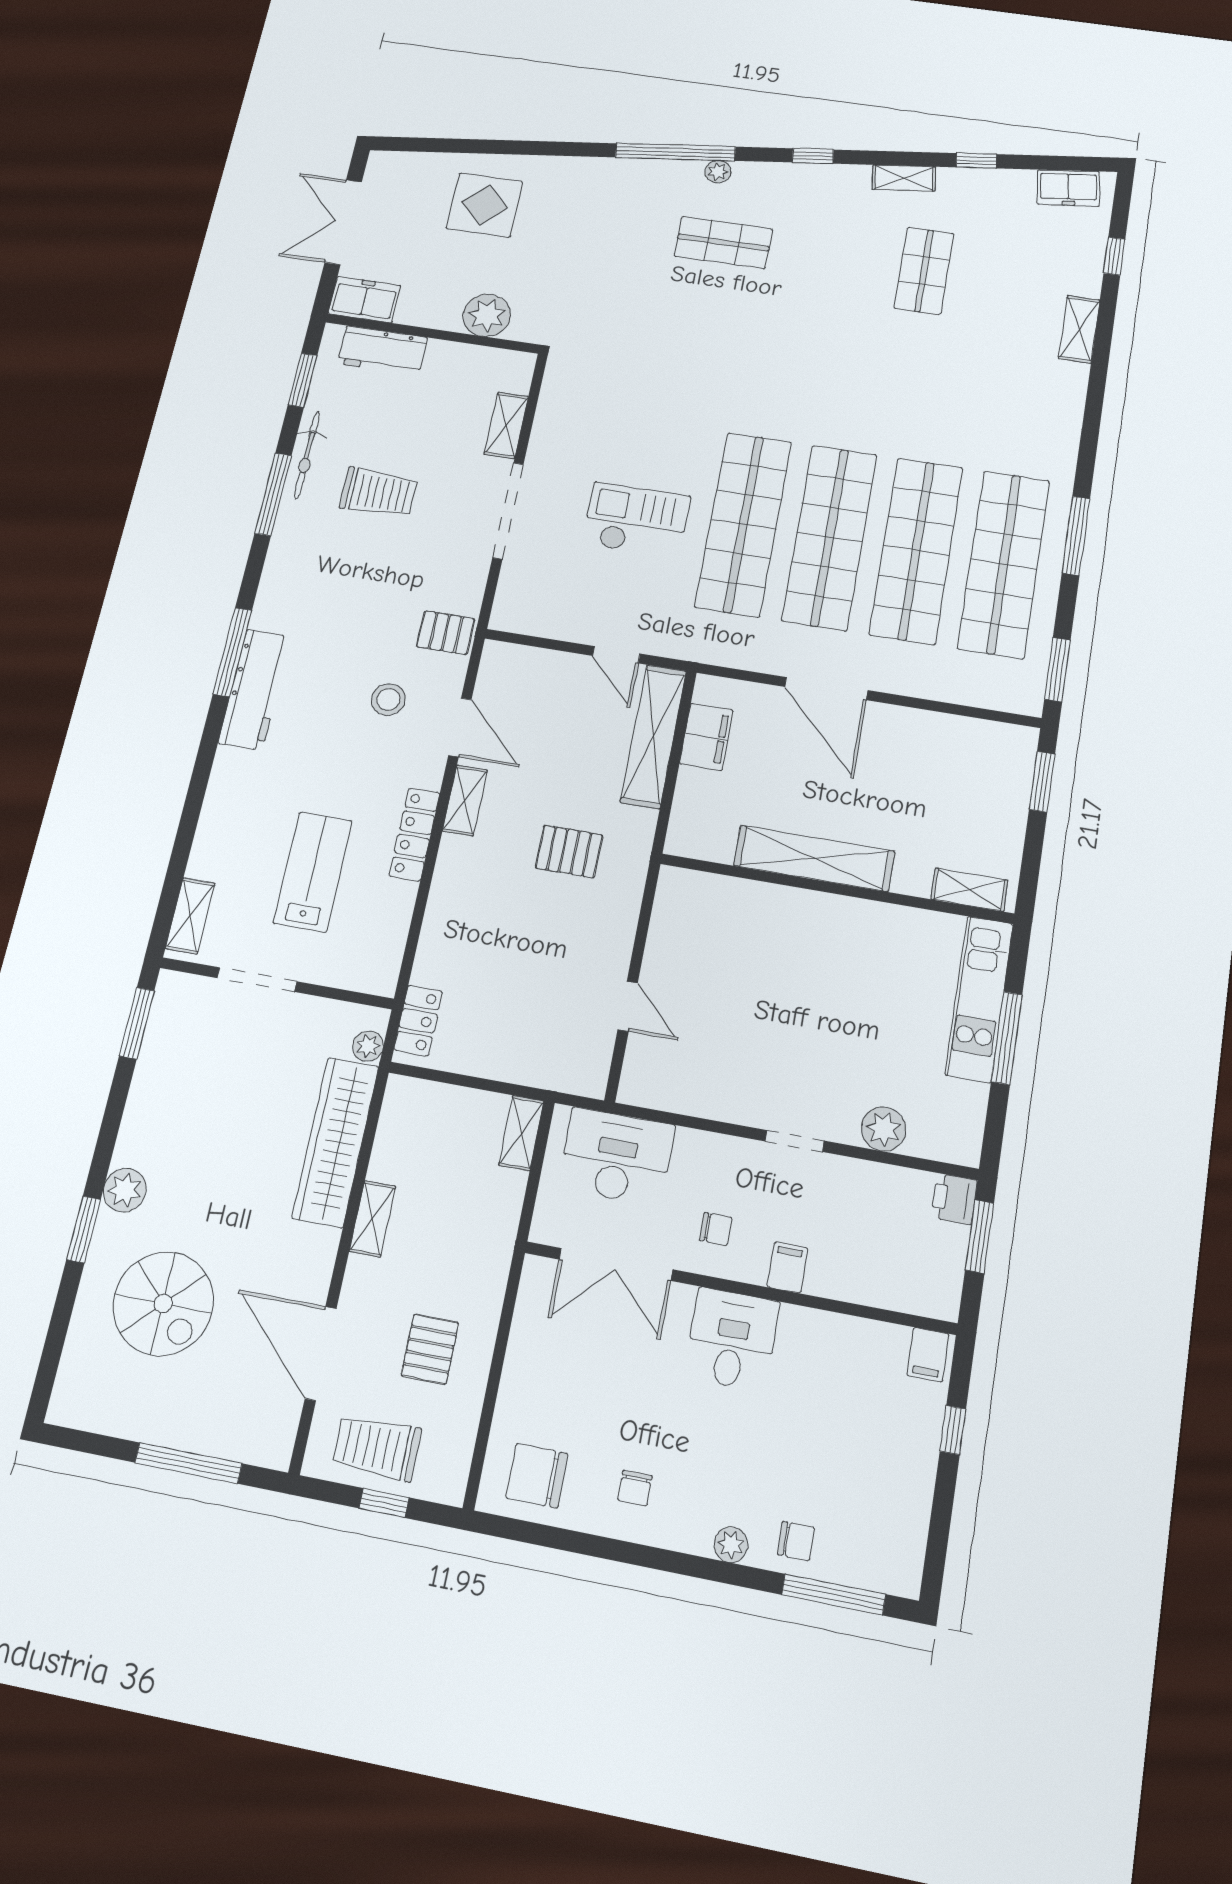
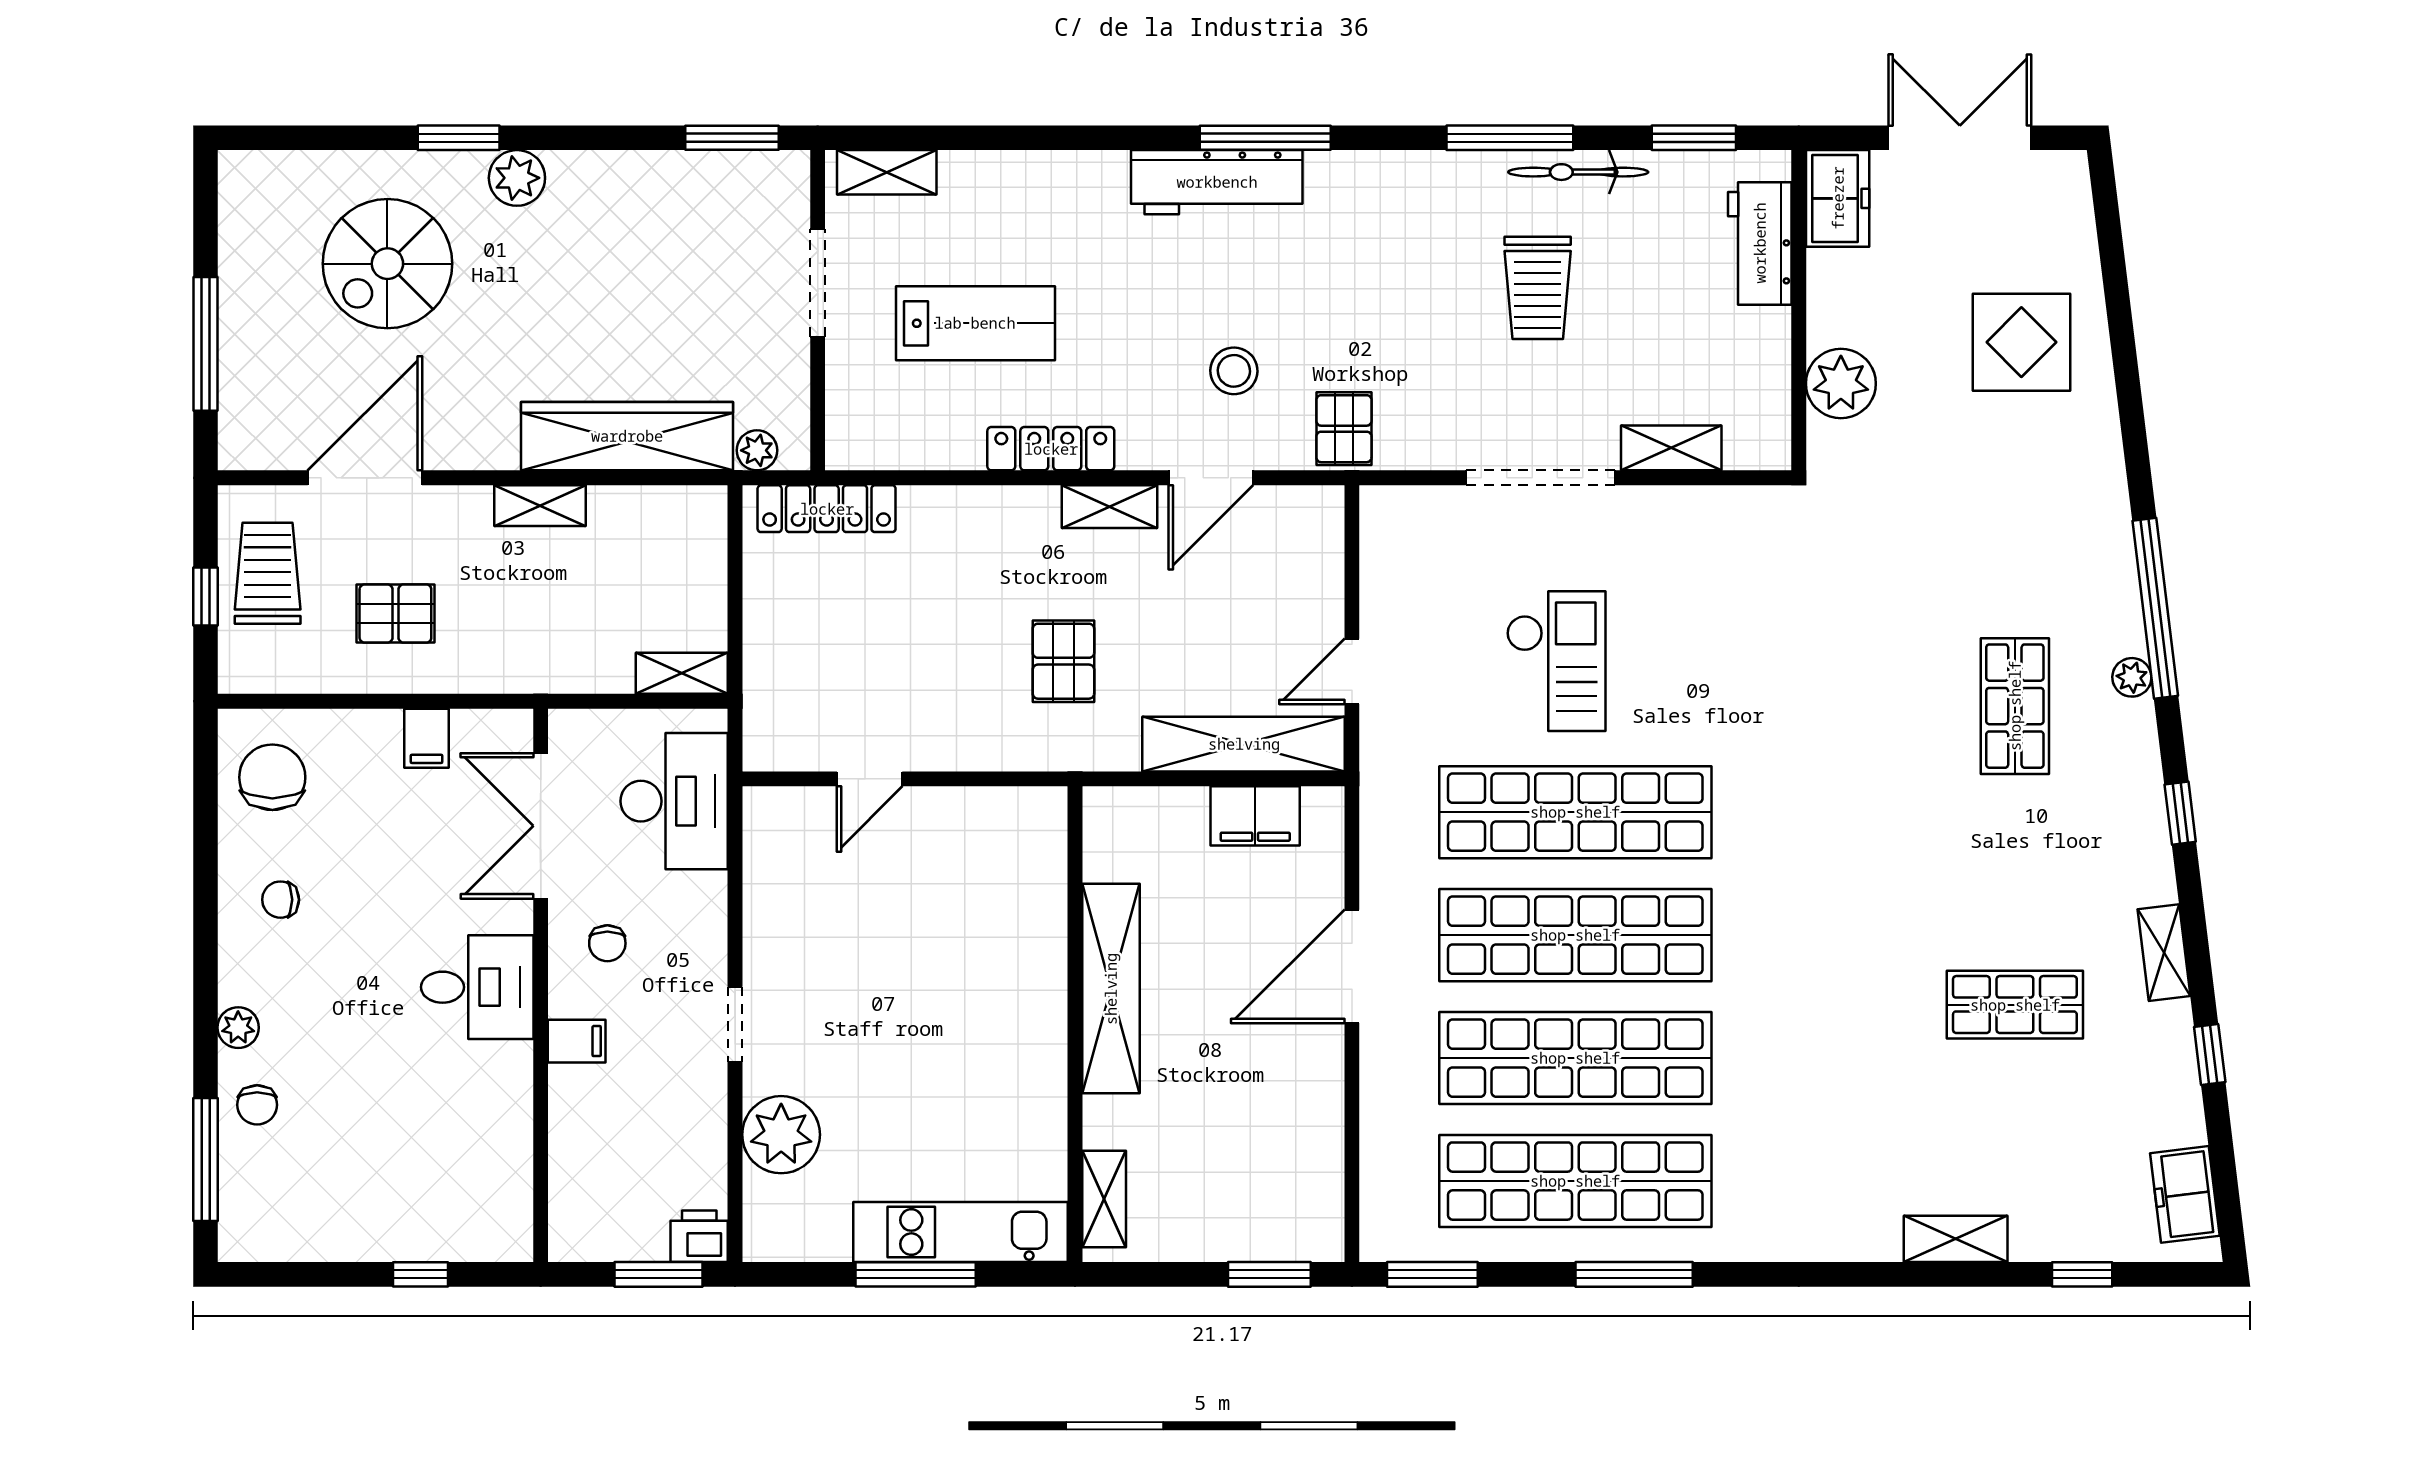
locker: (418, 1021) -> (827, 509), width x1.53
plant: (884, 1129) -> (781, 1135), width x1.36, depth x1.36
filing cabinet: (928, 1355) -> (426, 738), moved, turned -90

